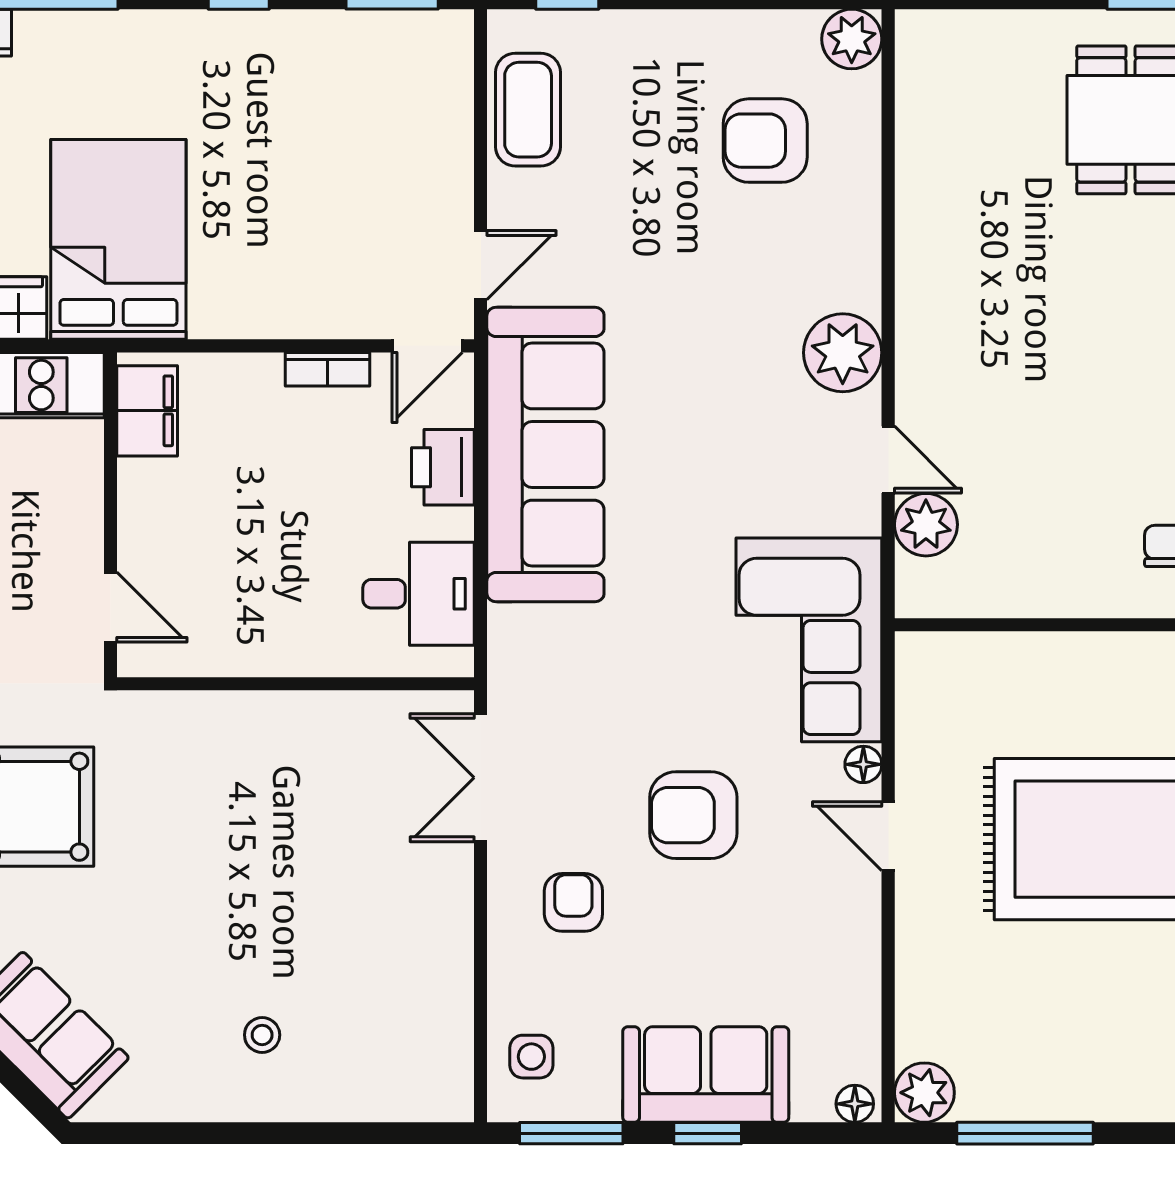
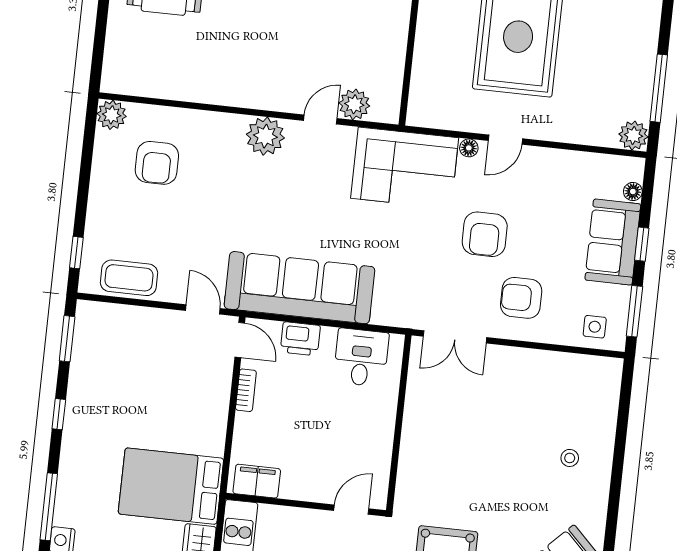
armchair: (573, 902) -> (521, 298), width x1.38, depth x1.38
floor lamp: (855, 1104) -> (633, 192), moved

